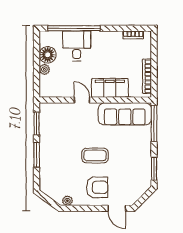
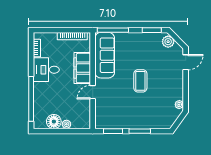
desk: (77, 46) -> (46, 70), moved
armchair: (97, 187) -> (168, 79), removed
plant: (141, 188) -> (168, 42), added

